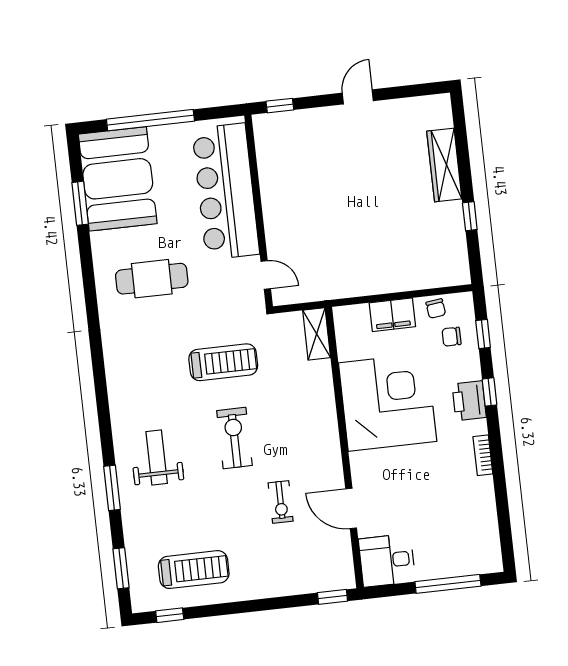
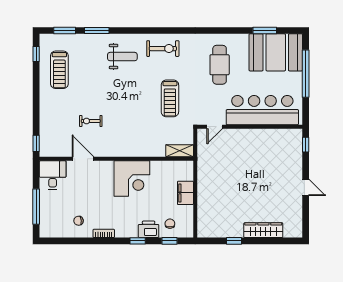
chair: (436, 308) -> (78, 221), moved
printer: (469, 401) -> (149, 229), moved
corner desk: (388, 402) -> (132, 179), width x0.74, depth x0.74
exercise bike: (234, 438) -> (163, 49), moved
window: (112, 488) -> (97, 30), moved
door: (351, 508) -> (83, 159), hinge flipped

